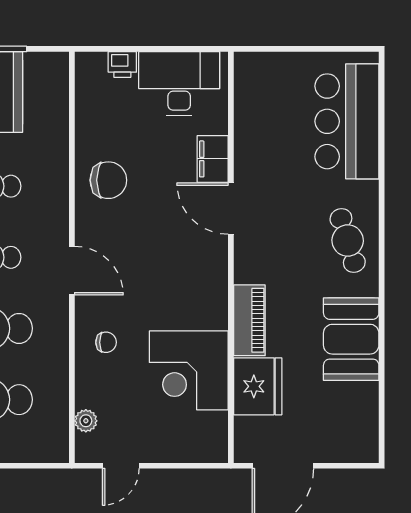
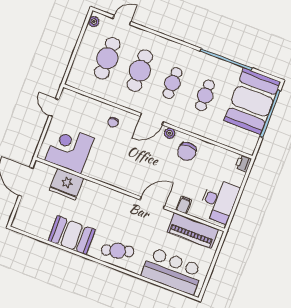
printer: (122, 64) -> (243, 164), moved
filing cabinet: (213, 159) -> (184, 205), width x0.50
piano: (249, 320) -> (193, 230), moved, width x1.37, depth x1.33
corner desk: (189, 370) -> (69, 149), moved
plant: (86, 421) -> (170, 133), moved

